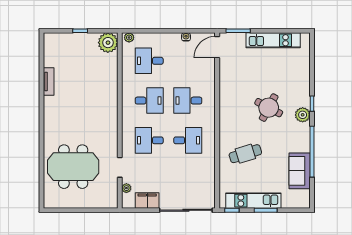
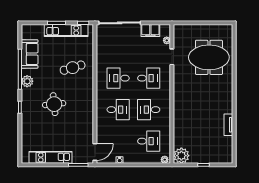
round table: (269, 108) -> (54, 104), turned -34
plant: (303, 115) -> (27, 81), moved

